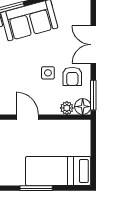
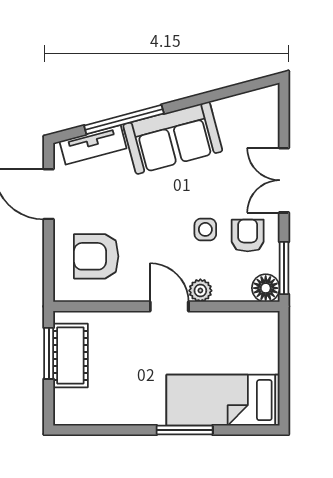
armchair: (72, 76) -> (248, 235), turned 180
plant: (67, 108) -> (200, 291), moved

